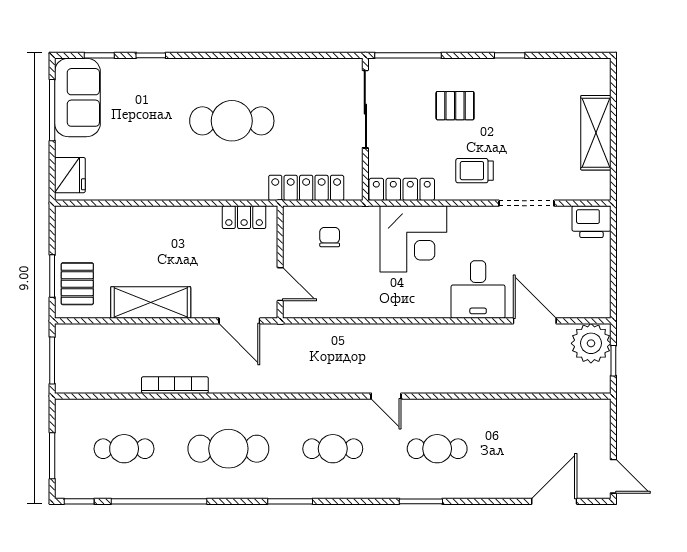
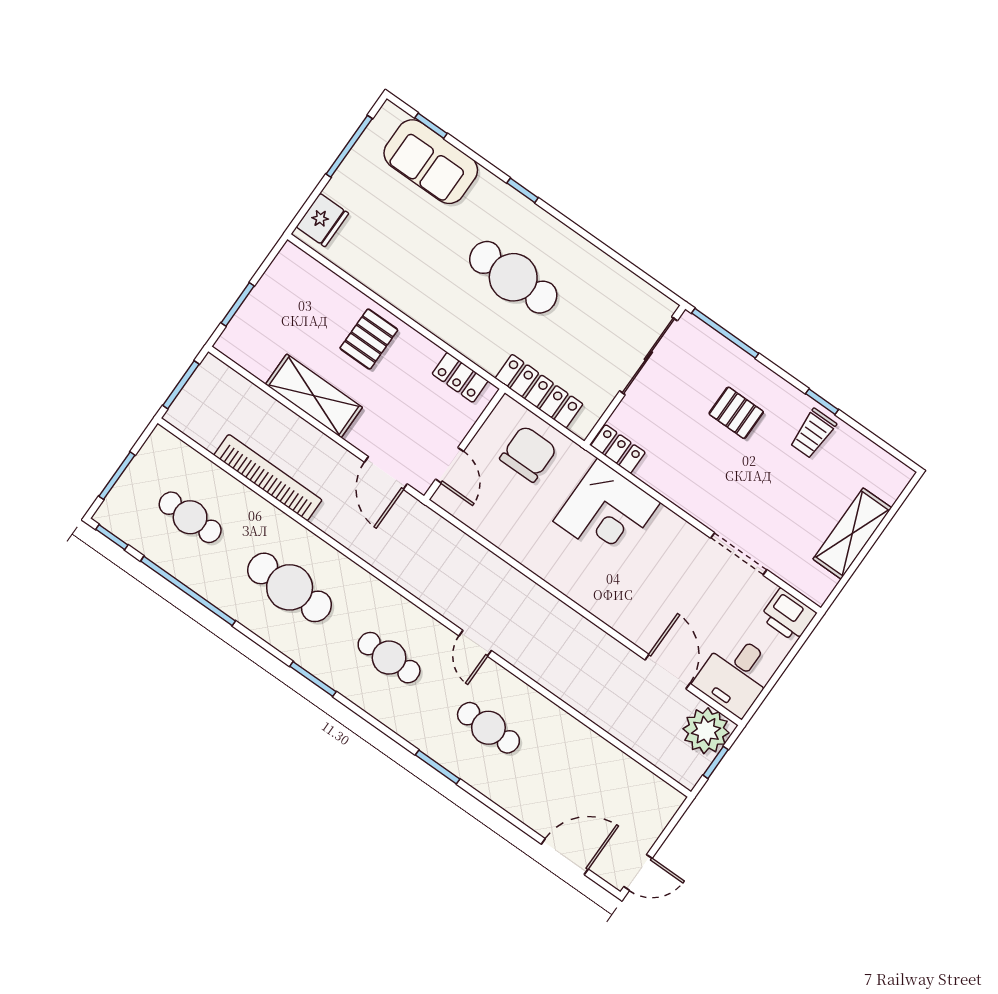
window: (151, 55) -> (523, 190), moved
sofa: (77, 97) -> (431, 162), moved, turned 90
trolley: (475, 171) -> (813, 433), moved, turned -90
locker: (402, 189) -> (618, 449), width x0.66
chair: (330, 237) -> (528, 454), width x1.87, depth x1.87
pallet: (77, 284) -> (369, 339), moved
desk: (478, 289) -> (736, 675), moved
bookcase: (175, 385) -> (268, 478), width x1.48, depth x1.31
door: (613, 476) -> (638, 873), hinge flipped

